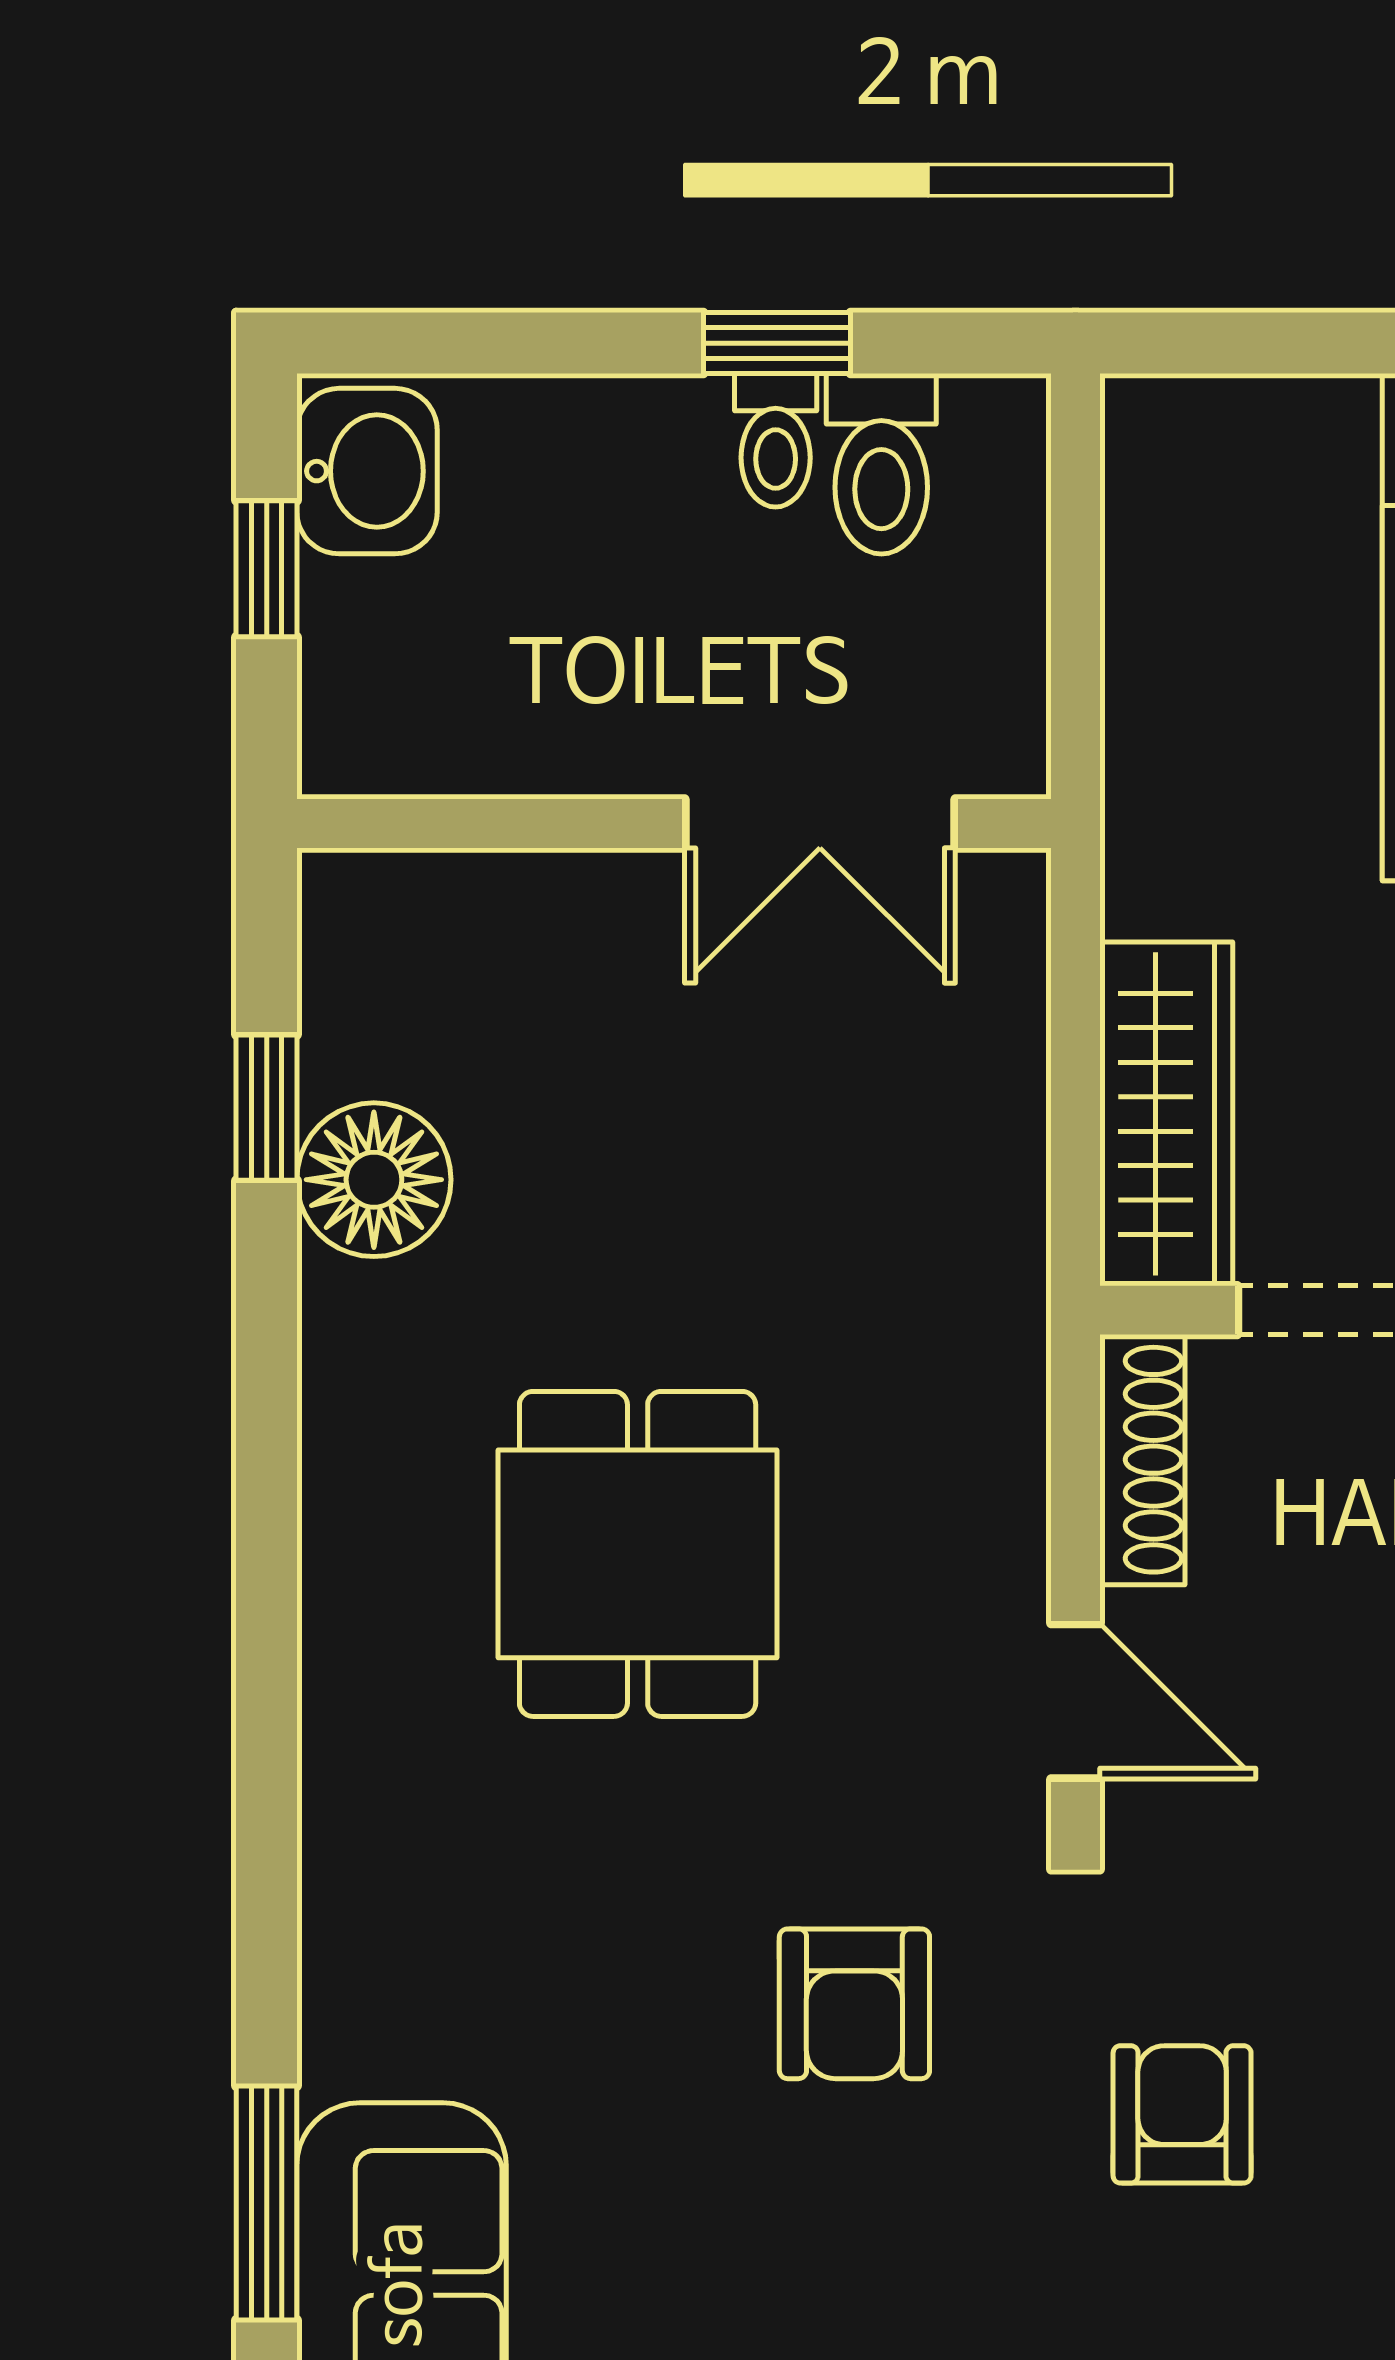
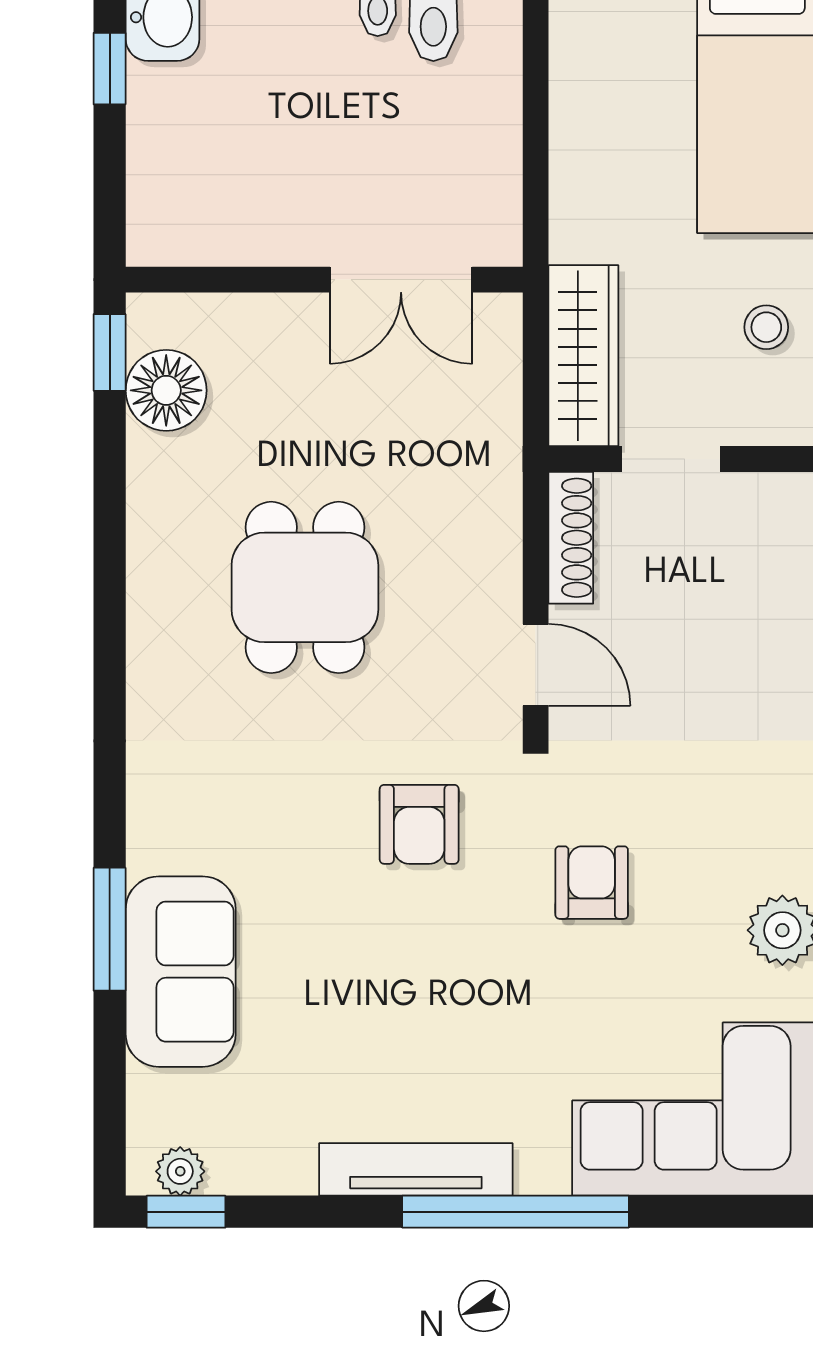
wall: (674, 824) -> (324, 280), moved
double door: (820, 824) -> (401, 280), moved

